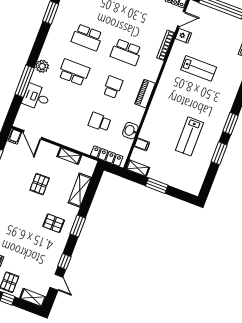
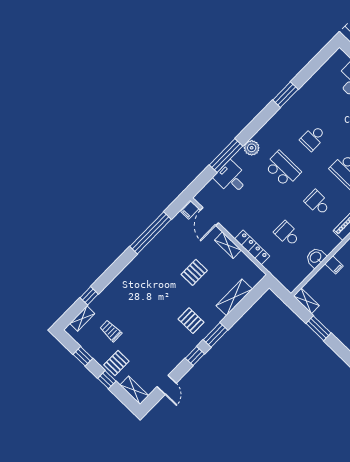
school desk: (87, 37) -> (313, 138), width x0.54
school desk: (113, 87) -> (317, 203), turned -90
filing cabinet: (142, 144) -> (334, 265), moved
shelving: (69, 156) -> (228, 245), moved
locker: (107, 156) -> (252, 247), moved
window: (64, 261) -> (195, 356), moved

